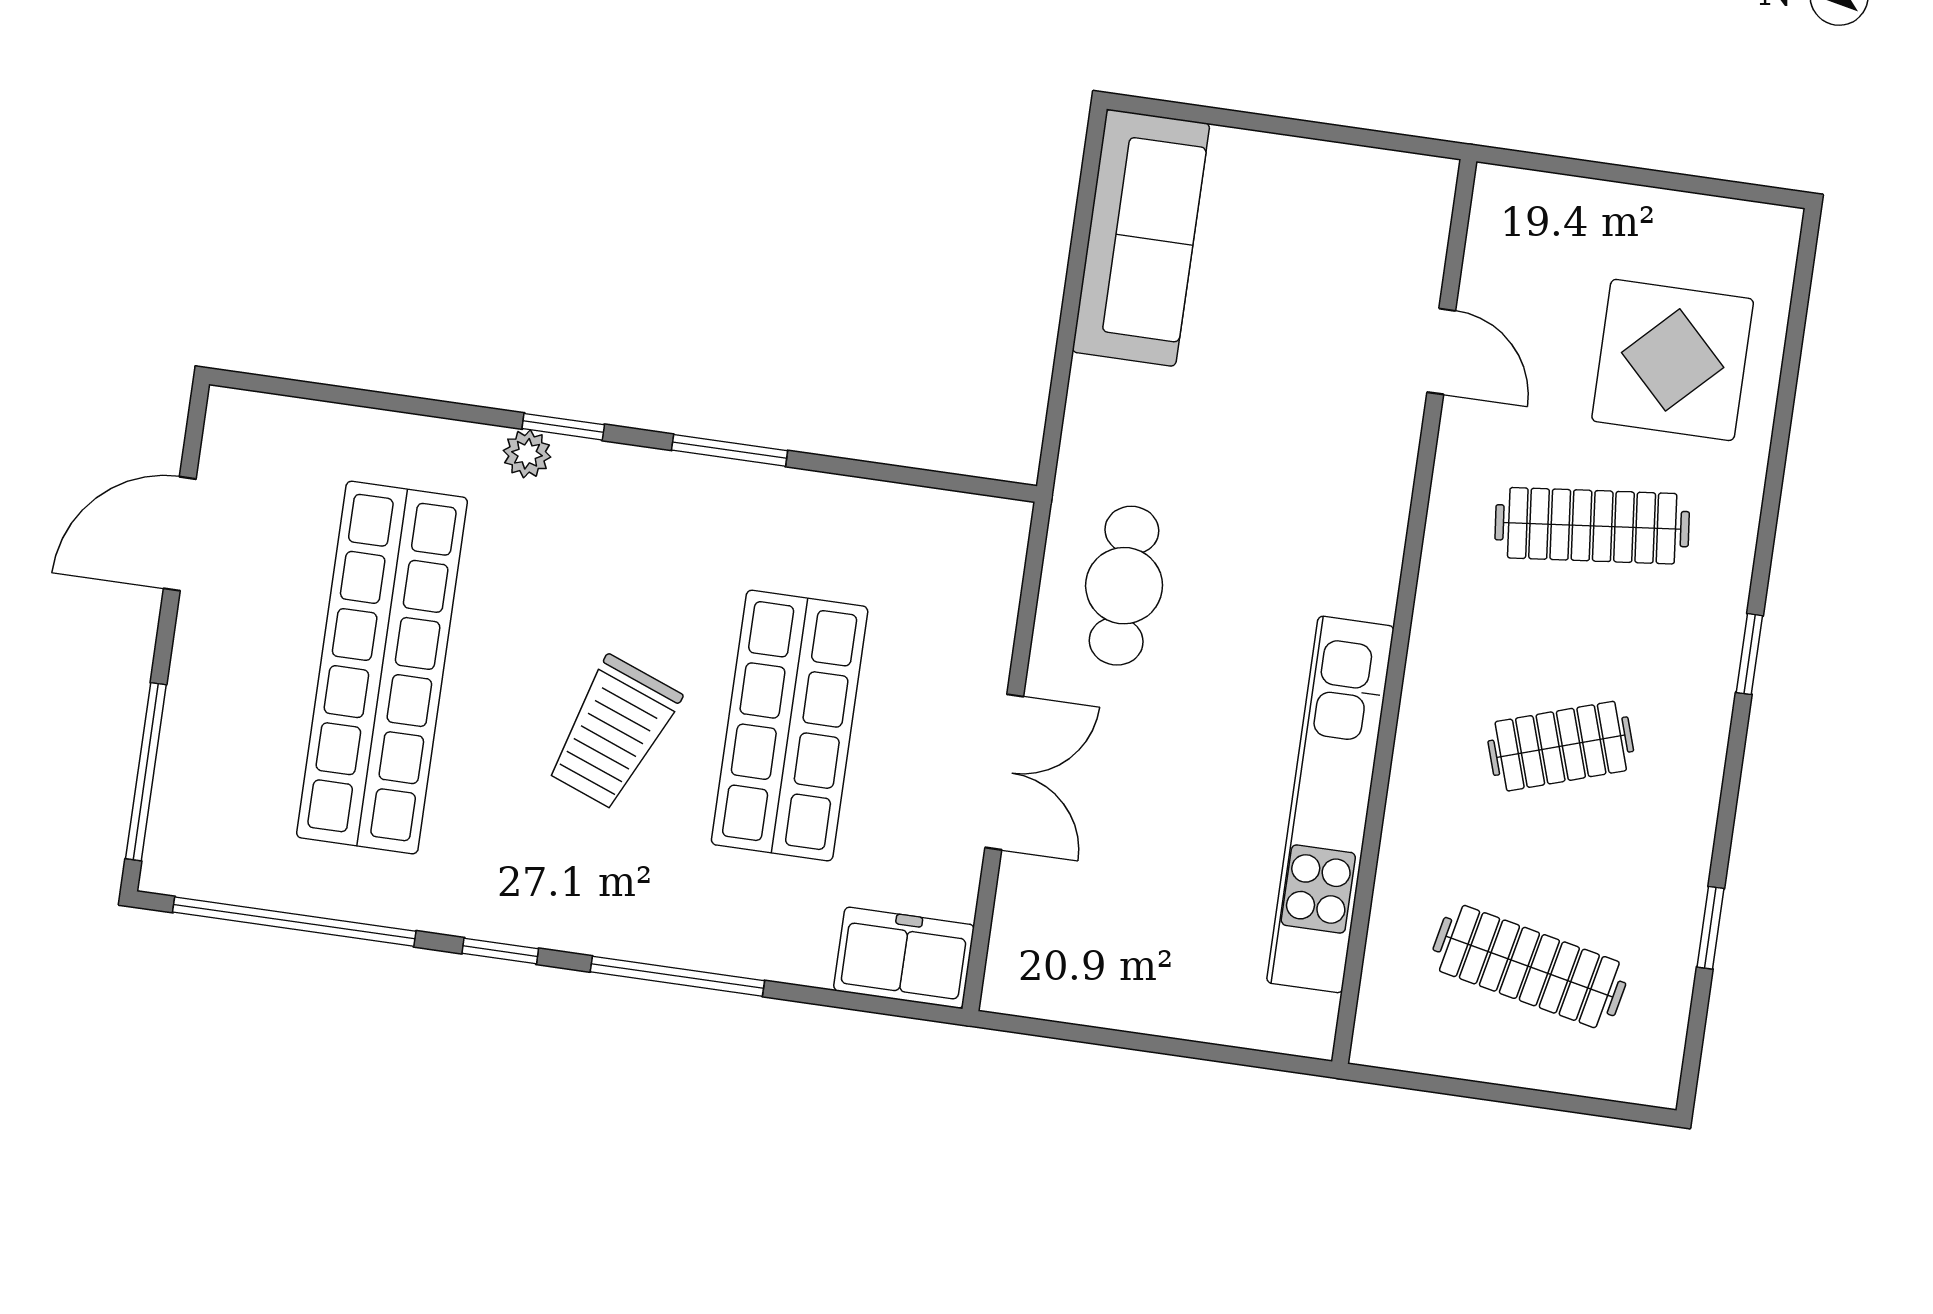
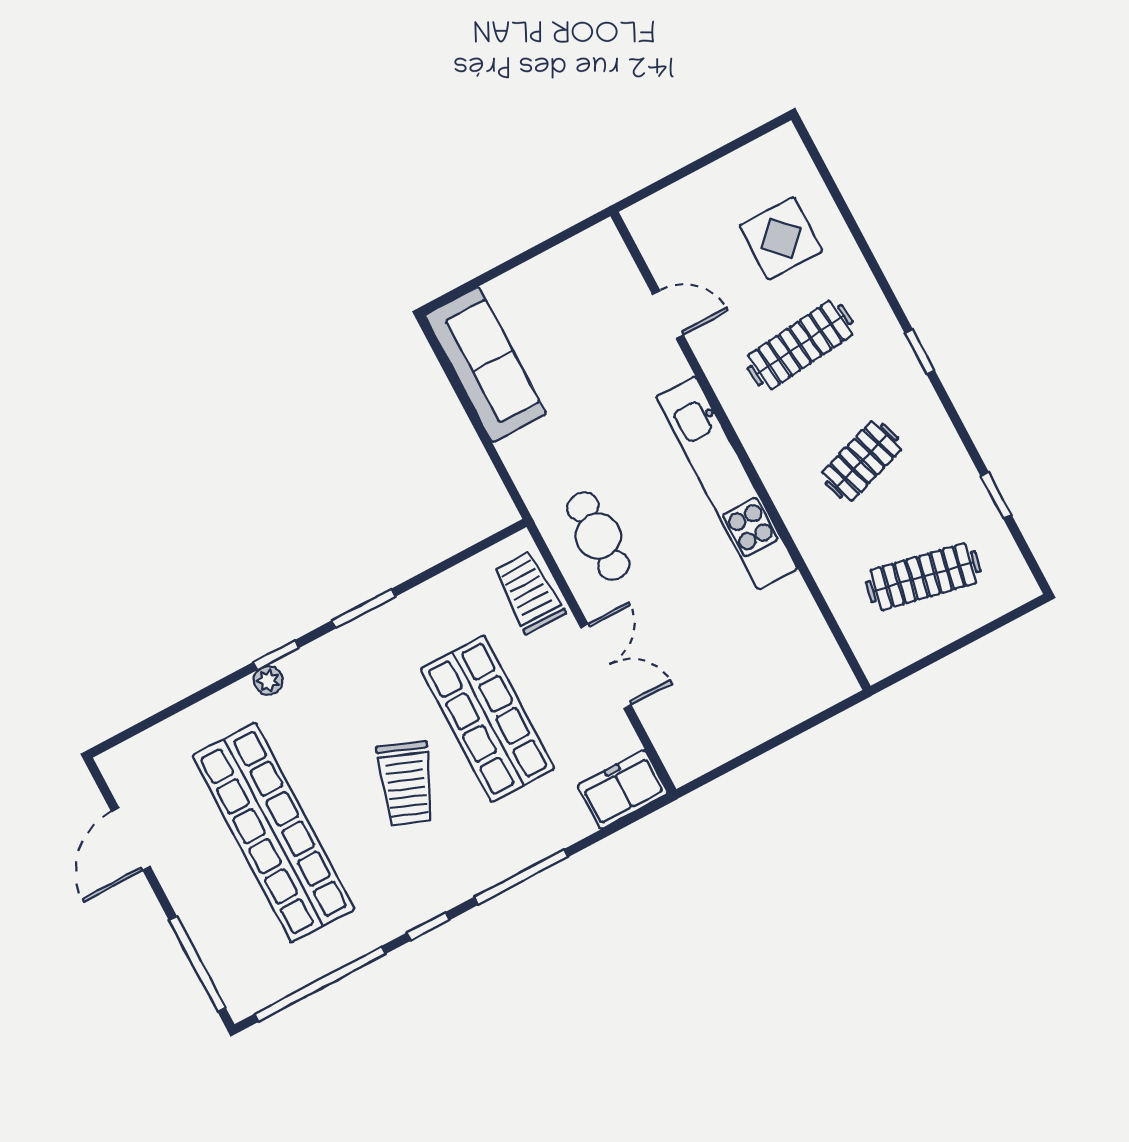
display table: (1673, 360) -> (781, 238), width x0.73, depth x0.73
trolley: (973, 594) -> (529, 592), added
kitchen unit: (1330, 804) -> (727, 483), moved

